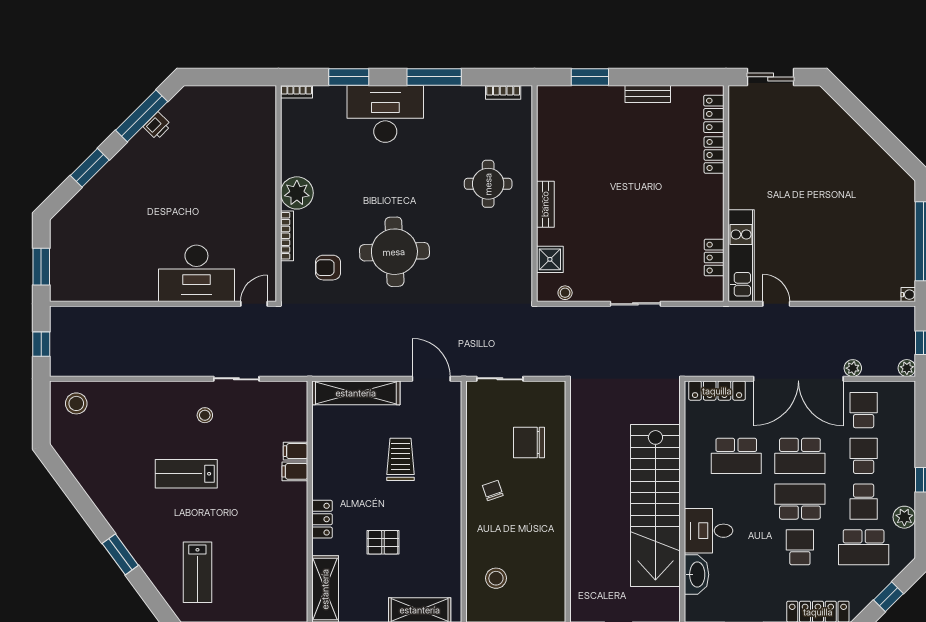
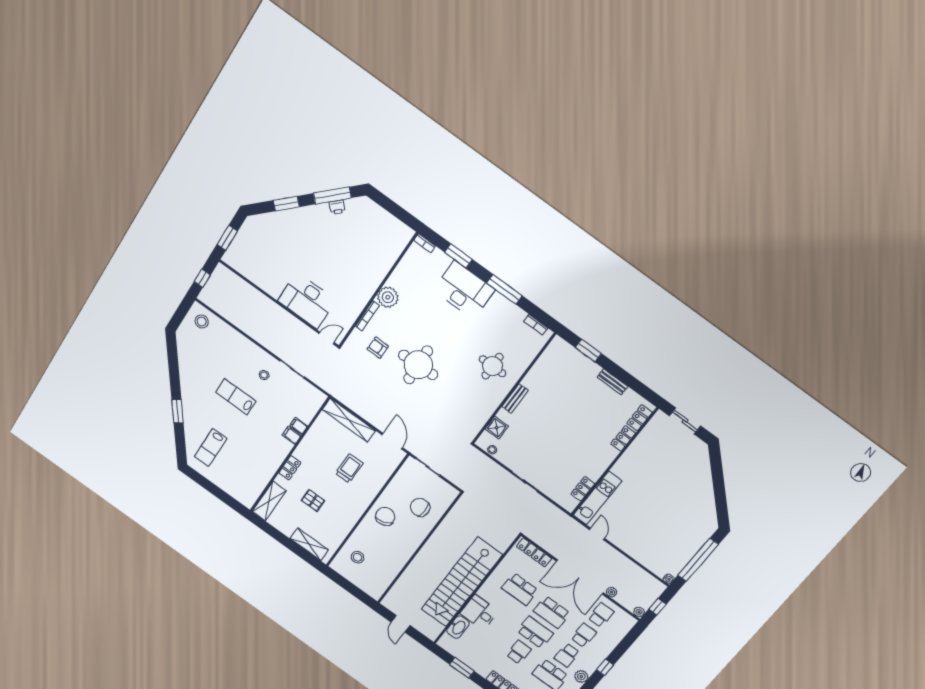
chair: (493, 490) -> (385, 516), width x1.87, depth x1.87

